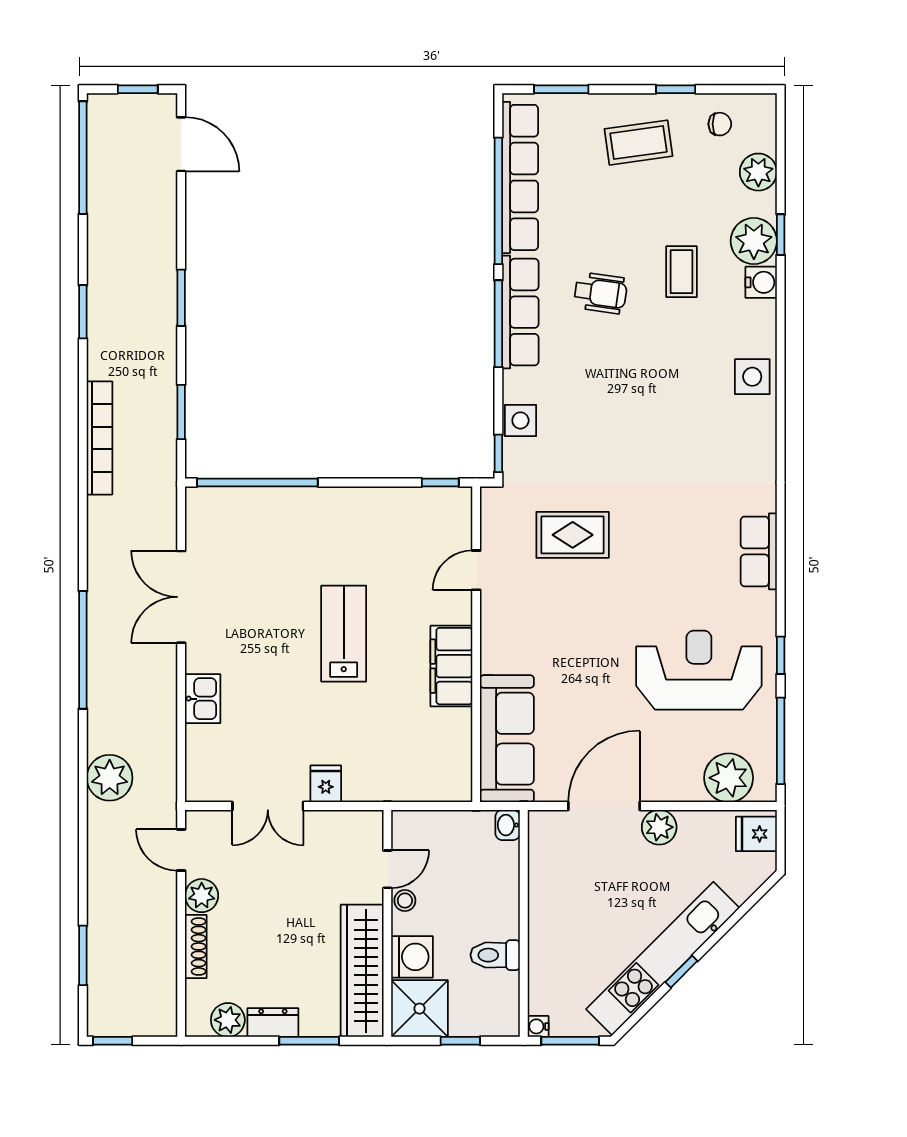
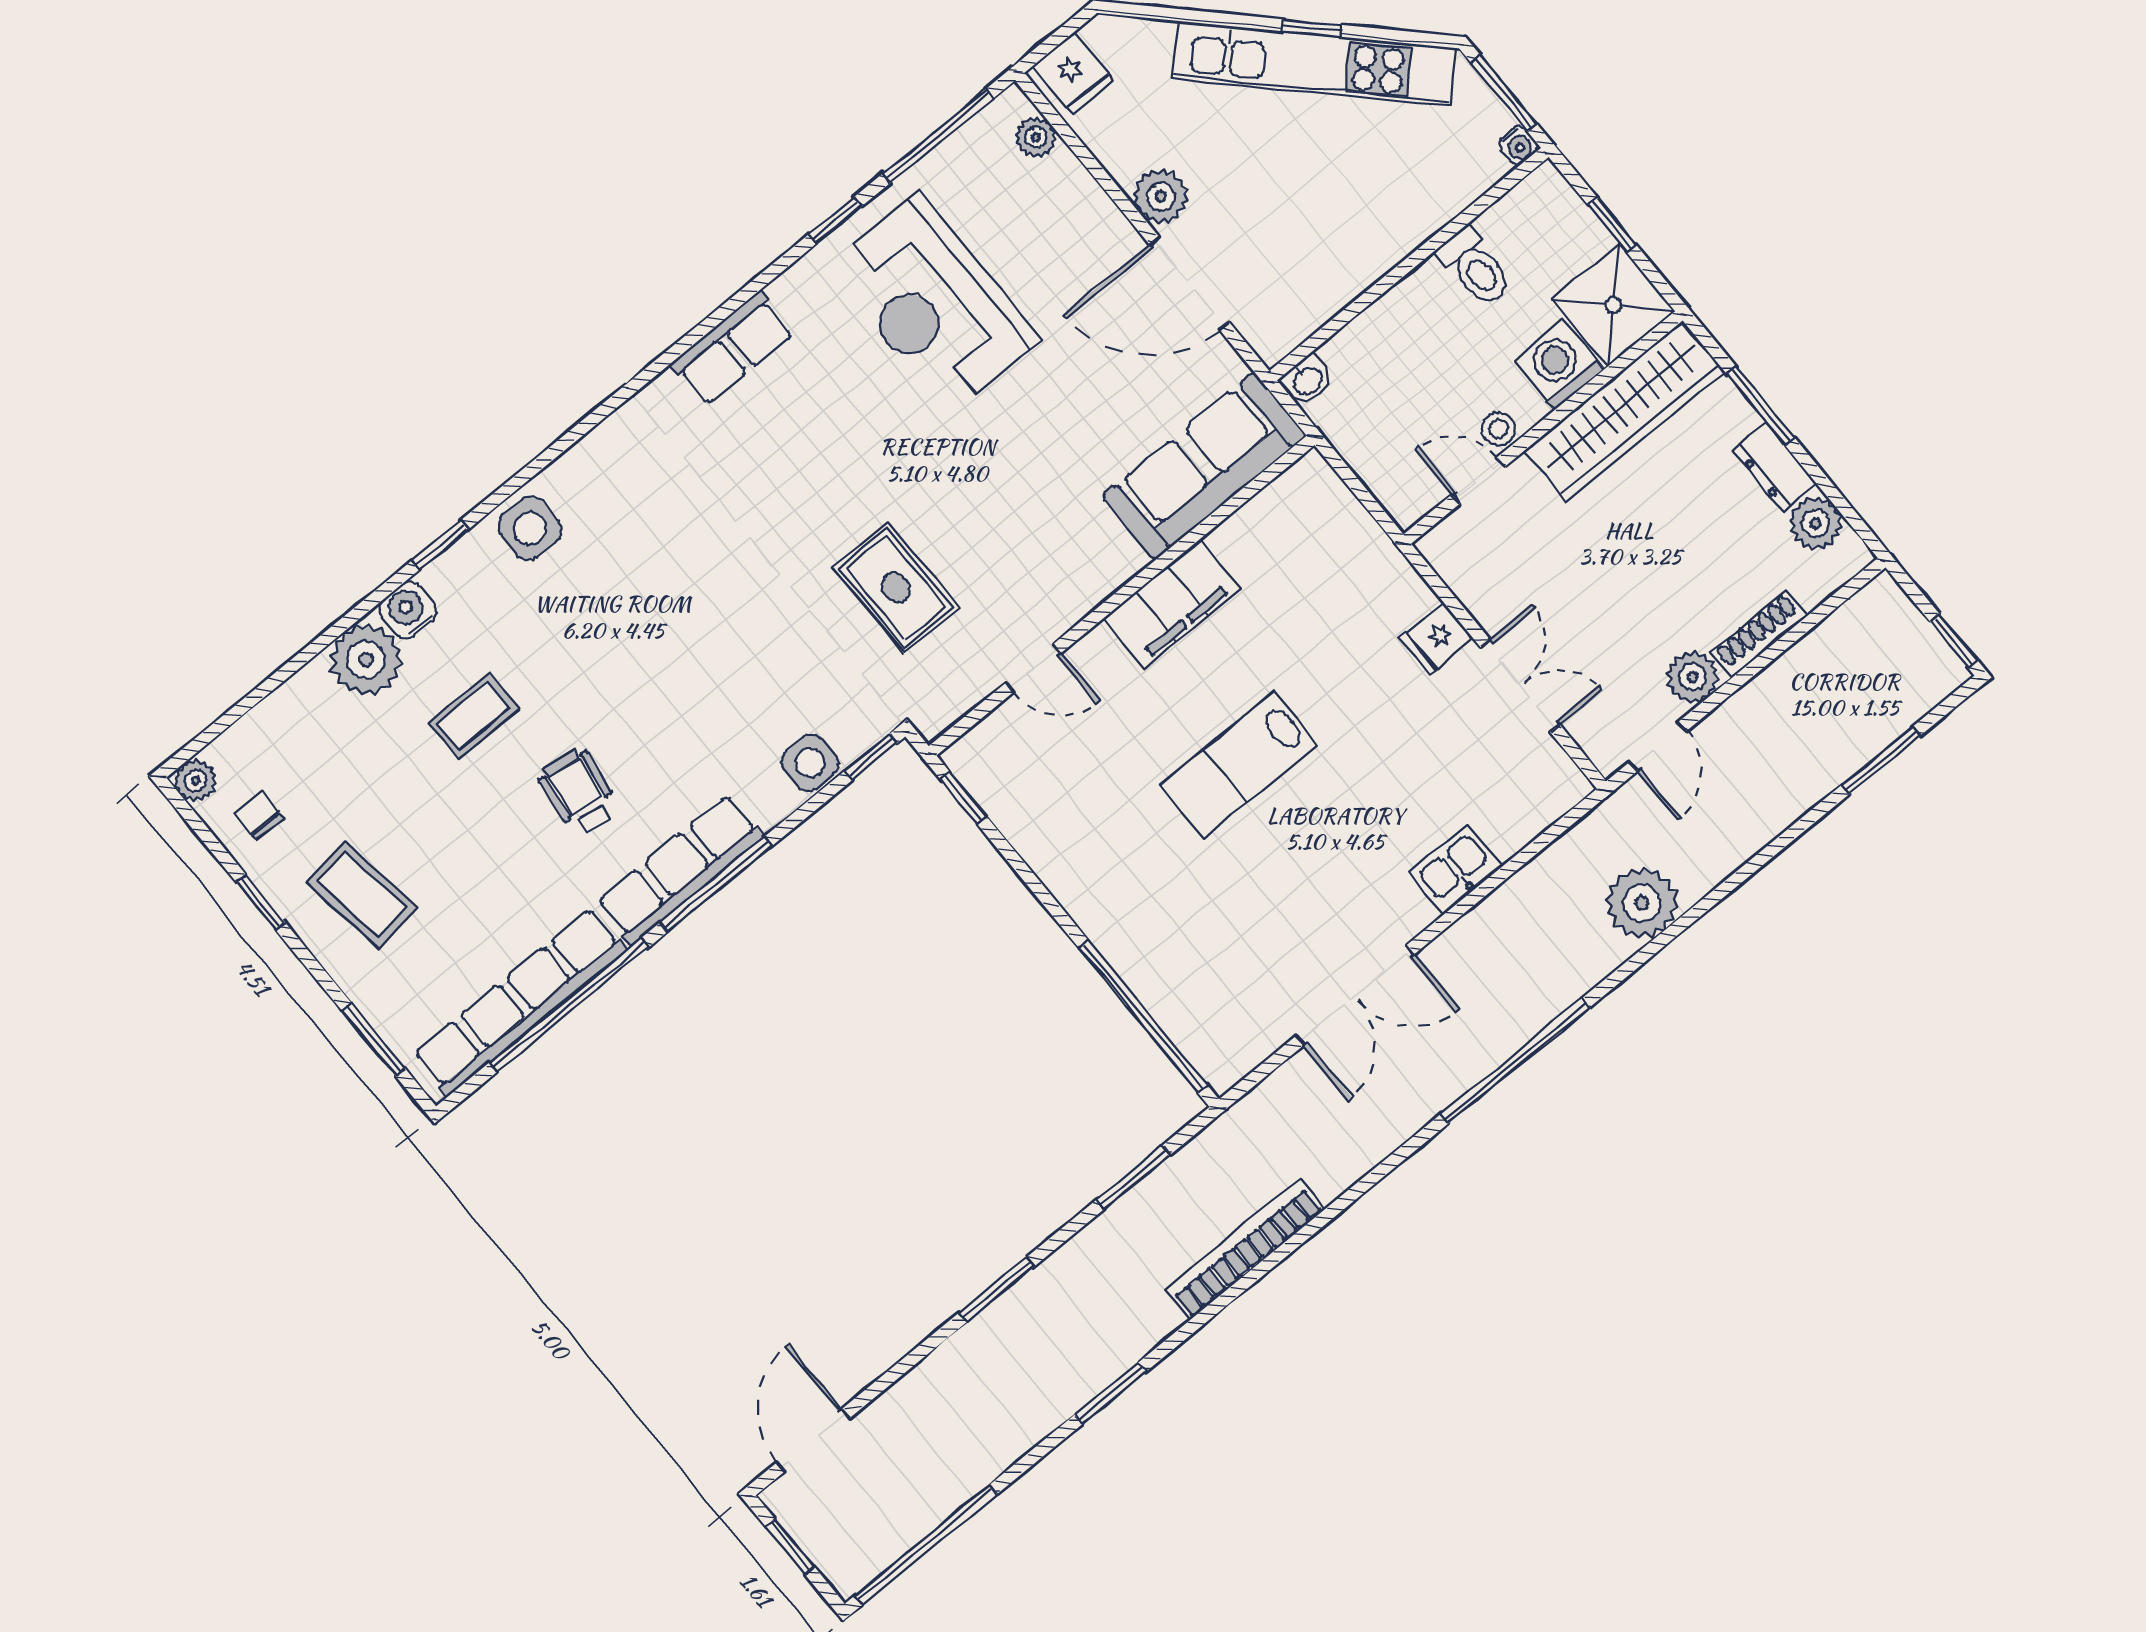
plant: (758, 172) -> (195, 781), moved, width x0.73, depth x0.73
window: (781, 235) -> (440, 545), moved
plant: (729, 778) -> (1036, 137), width x0.53, depth x0.53

